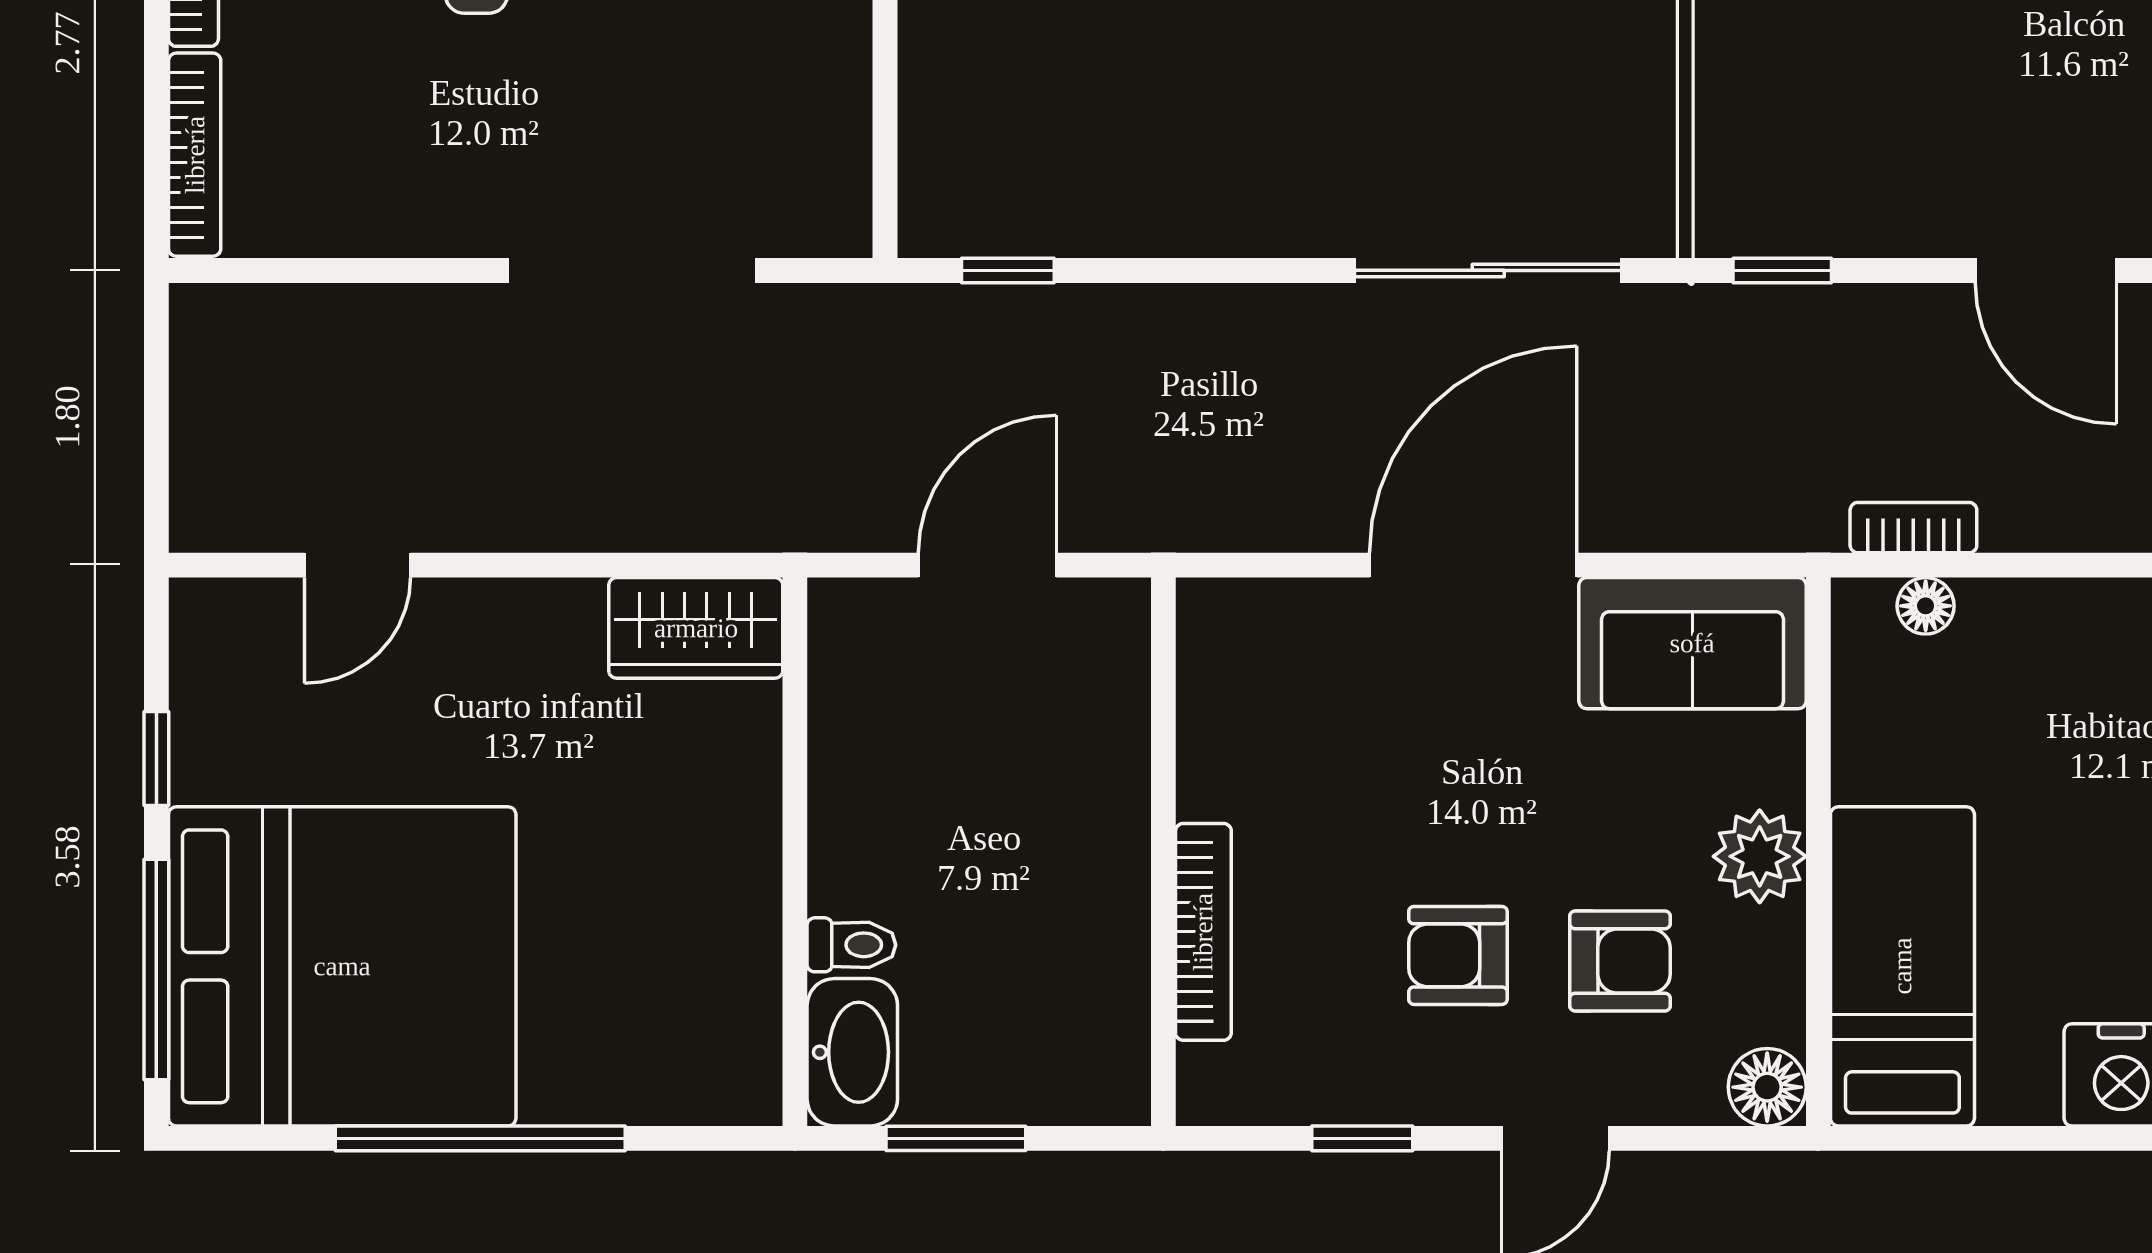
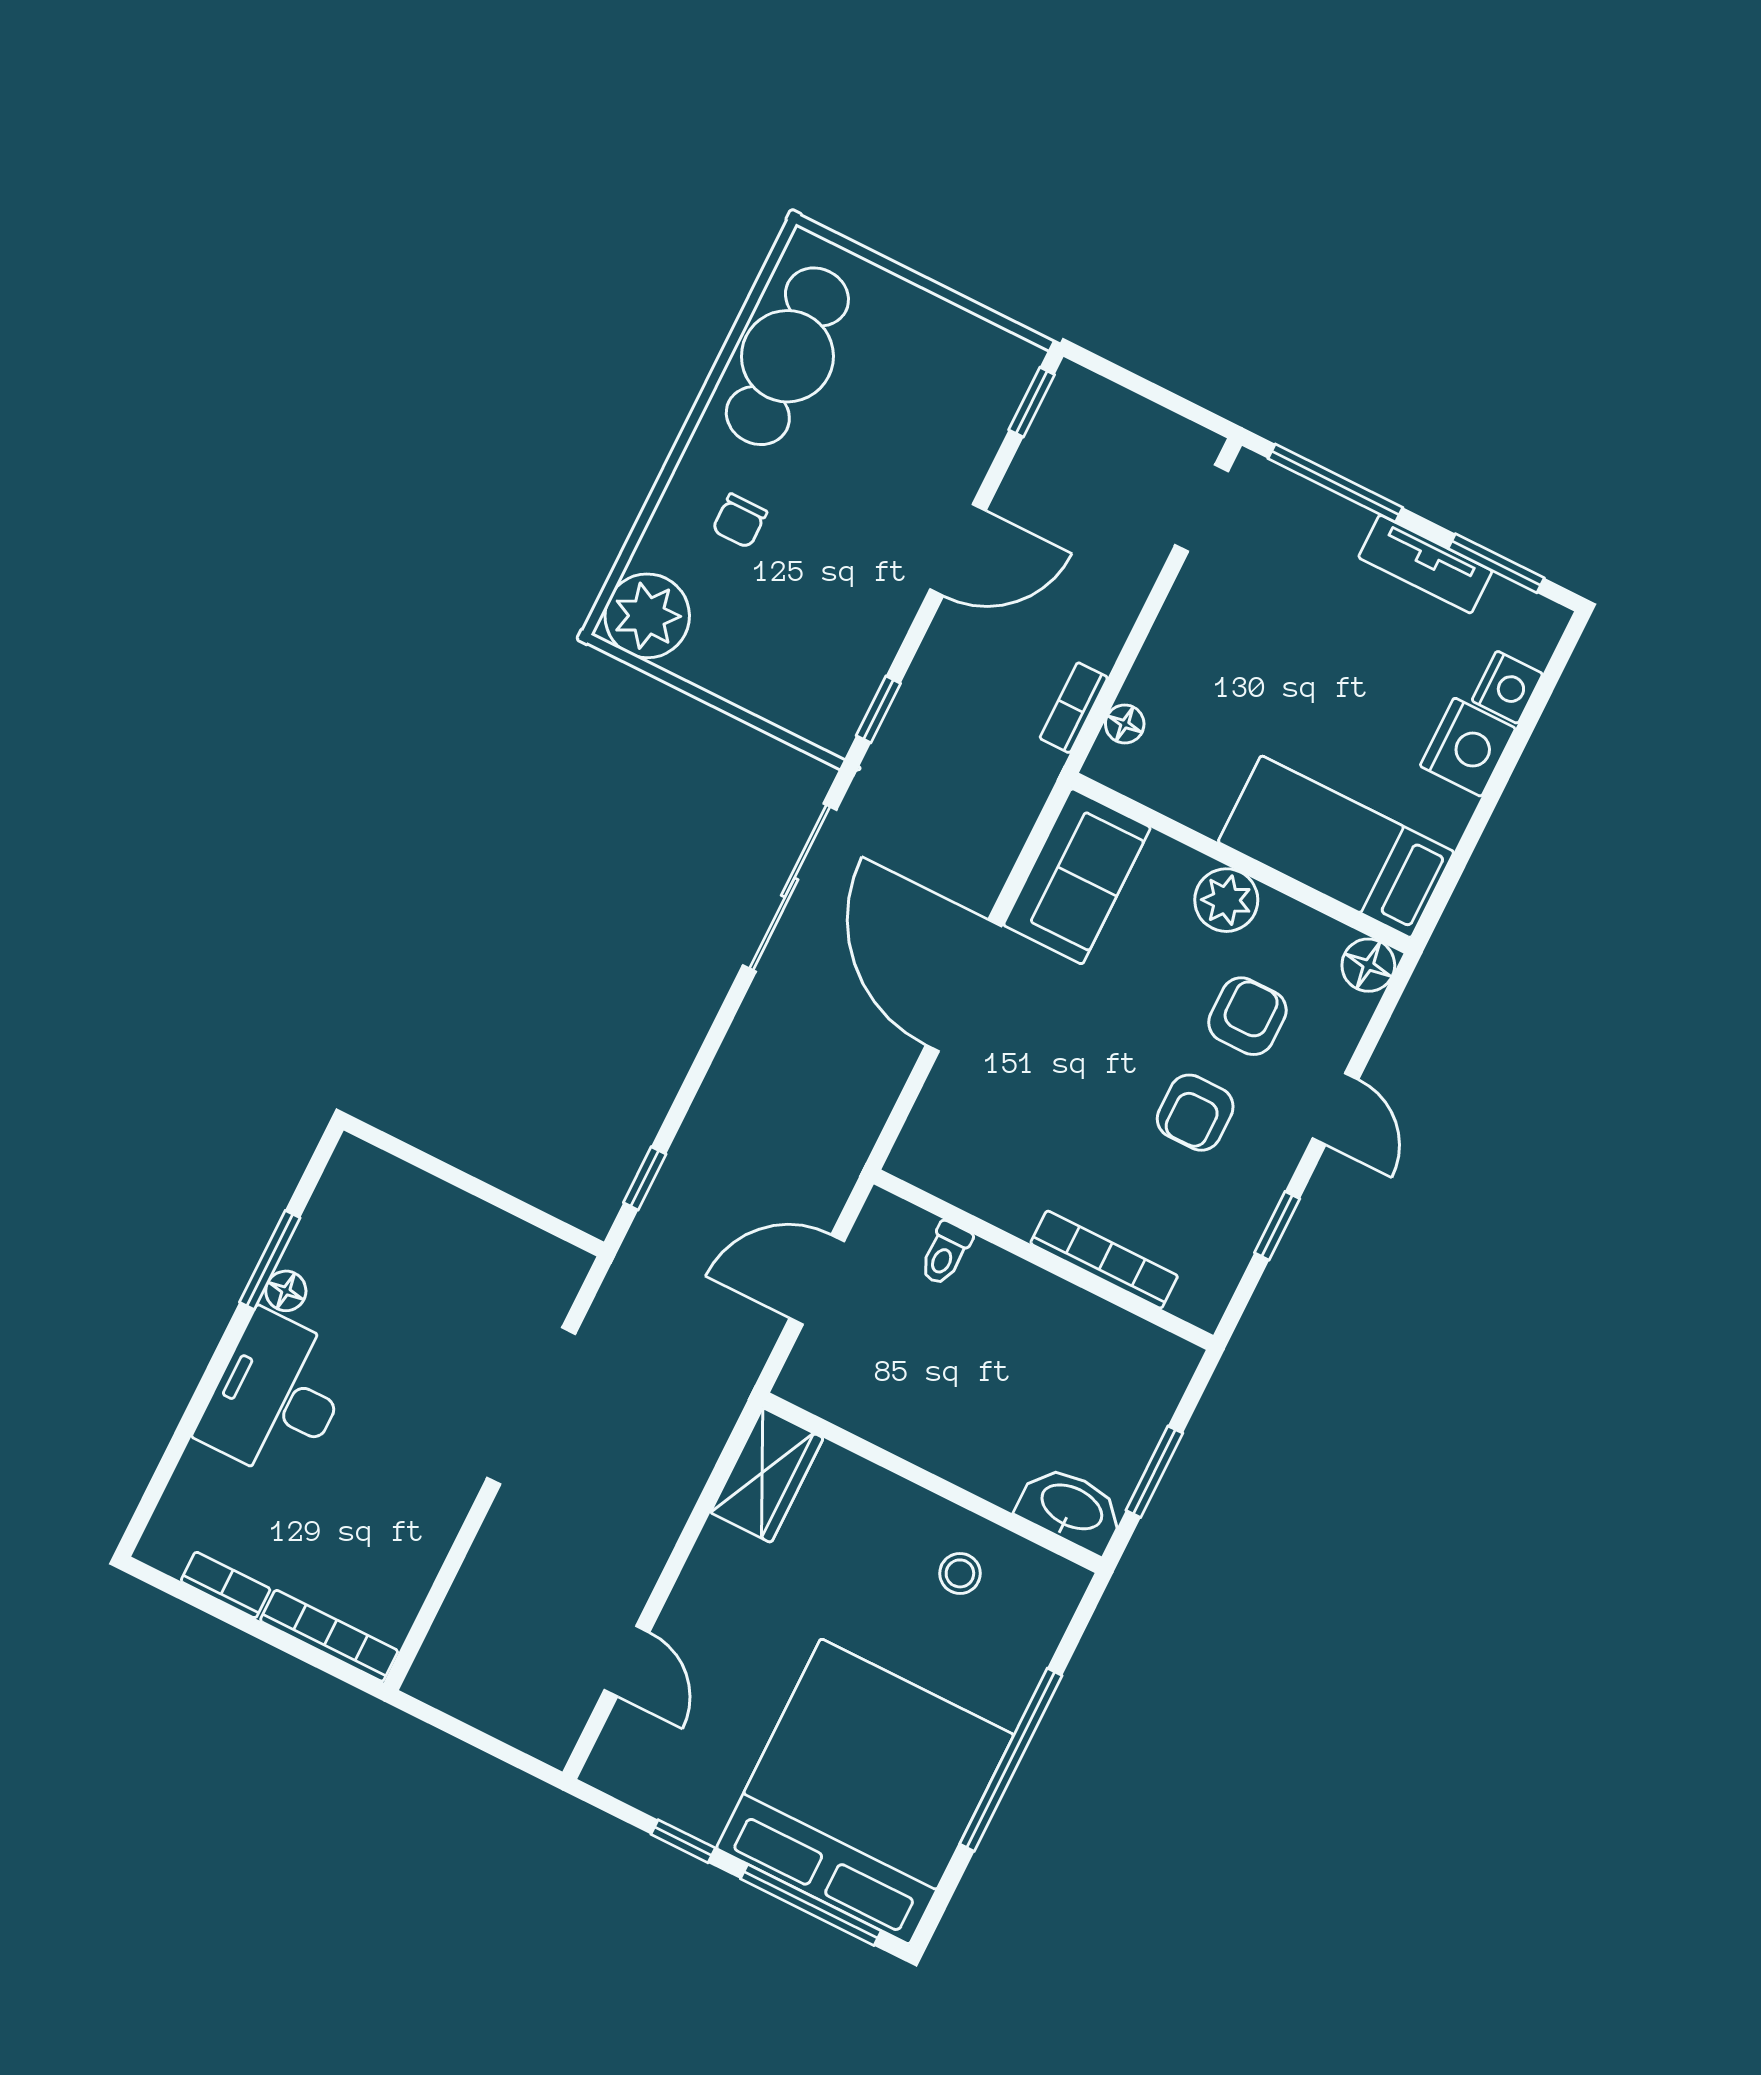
door: (987, 565) -> (817, 1280), hinge flipped
toilet: (851, 945) -> (945, 1253), moved, turned 180
stool: (693, 948) -> (960, 1573), added

